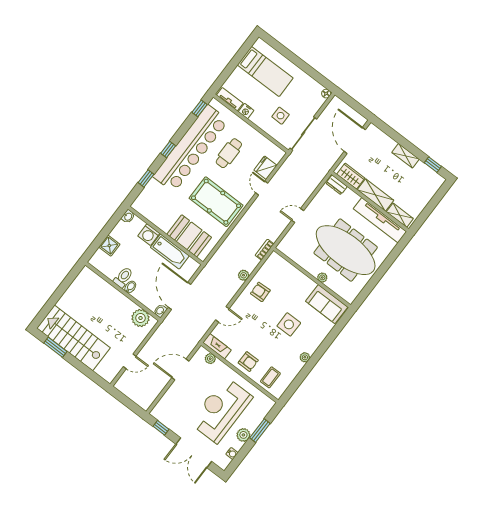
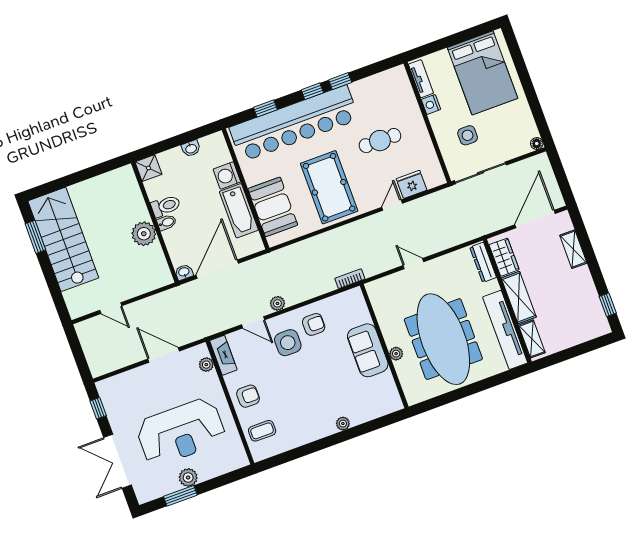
bed: (265, 72) -> (483, 73), width x1.50
window: (199, 108) -> (340, 81), moved
bar counter: (191, 148) -> (294, 123), moved
shelving: (405, 156) -> (573, 249), moved
dresser: (336, 185) -> (483, 262), width x1.44
washbasin: (128, 217) -> (191, 148), moved
shower: (109, 246) -> (148, 168), moved
plant: (244, 275) -> (277, 303), moved
armchair: (260, 292) -> (314, 324), turned 92
sofa: (327, 304) -> (368, 350), moved
plant: (140, 318) -> (144, 234), moved
side table: (289, 324) -> (288, 343), moved
plant: (305, 357) -> (343, 424), moved
armchair: (248, 362) -> (248, 396), turned -90
reception desk: (221, 410) -> (181, 432), turned 180
window: (260, 431) -> (180, 496), moved
water cooler: (232, 454) -> (161, 491), removed

